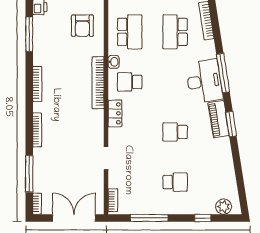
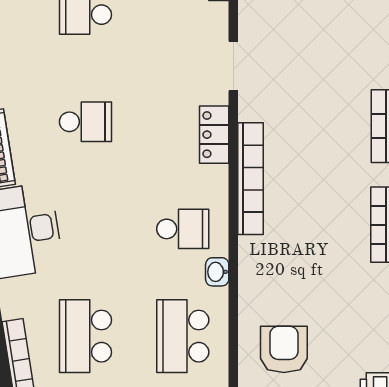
school desk: (175, 32) -> (85, 336), turned 180
bookcase: (98, 83) -> (251, 179), moved
locker: (115, 113) -> (214, 135), moved

